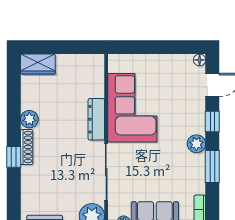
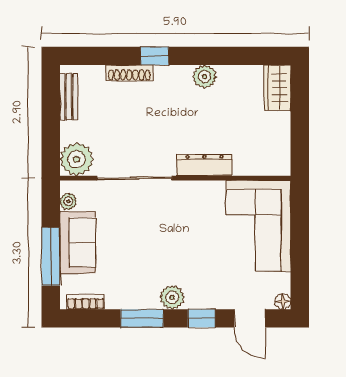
corner sofa: (132, 108) -> (258, 226), moved, turned 90
shoe rack: (27, 147) -> (129, 73), moved

